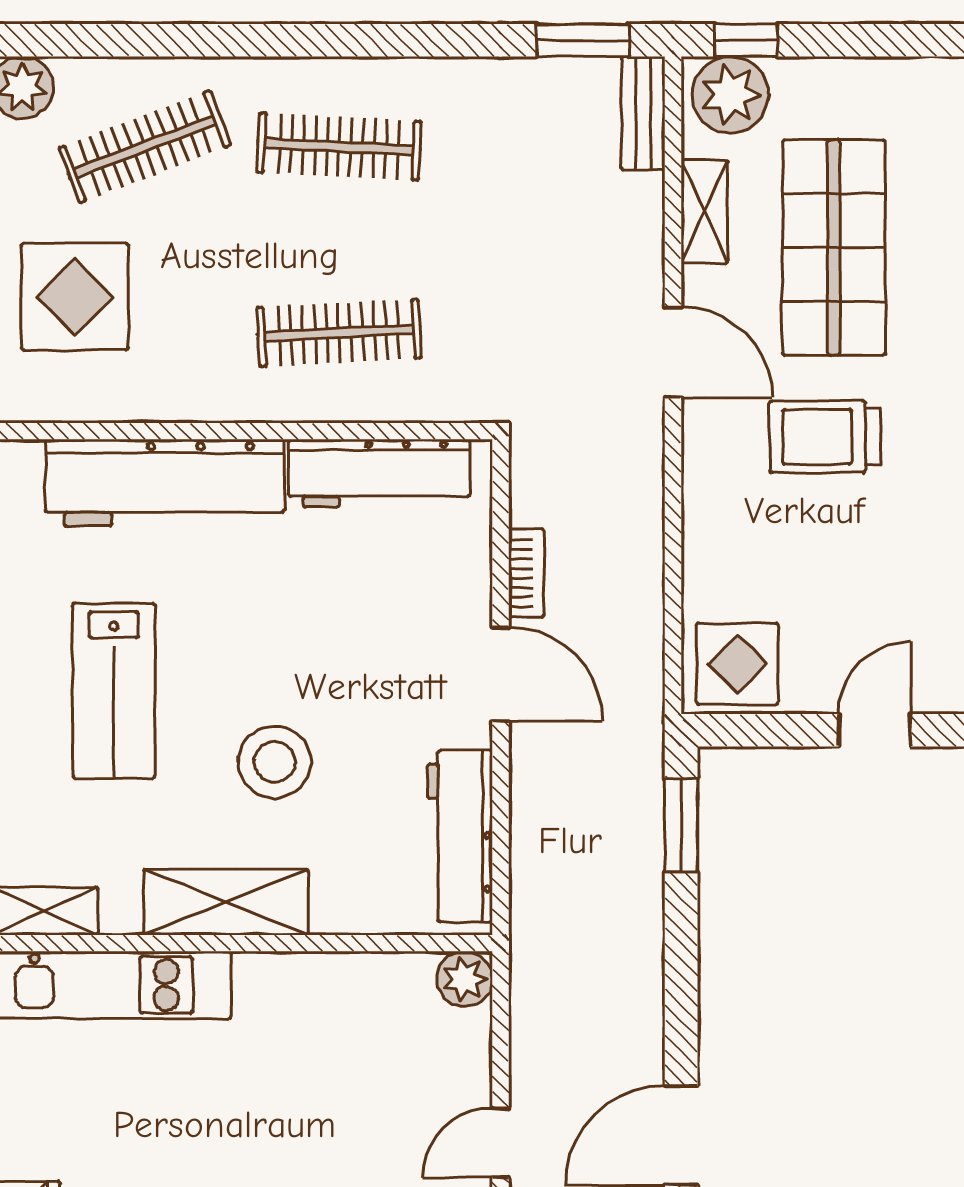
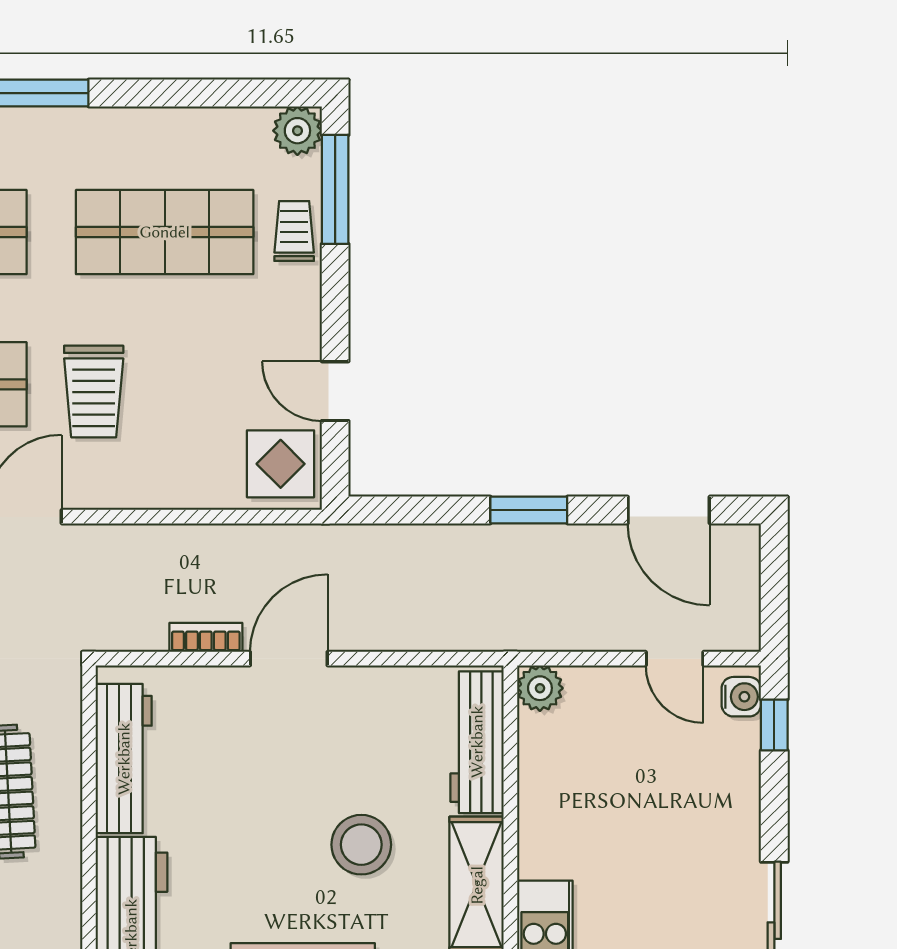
door: (875, 730) -> (335, 391), moved
window: (681, 826) -> (529, 510), moved
workbench: (460, 836) -> (477, 742), moved, turned 90

